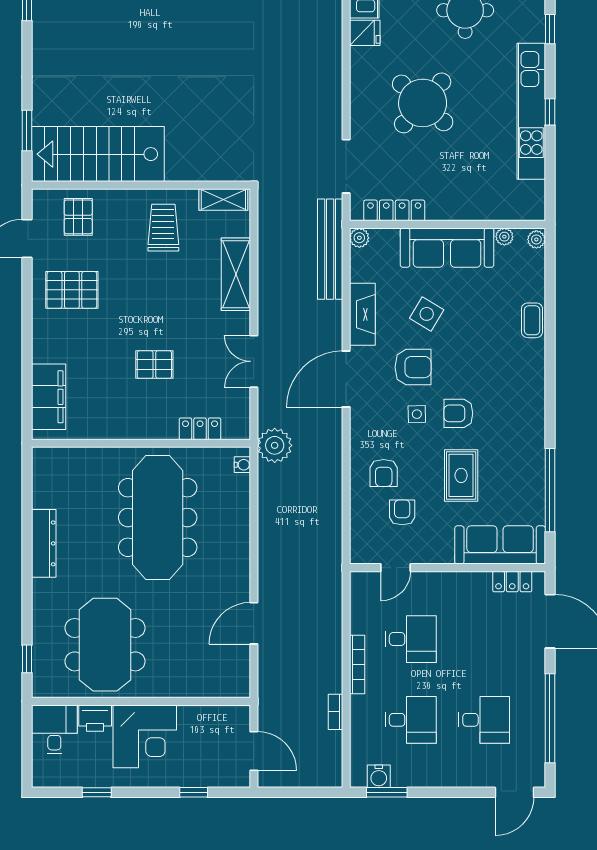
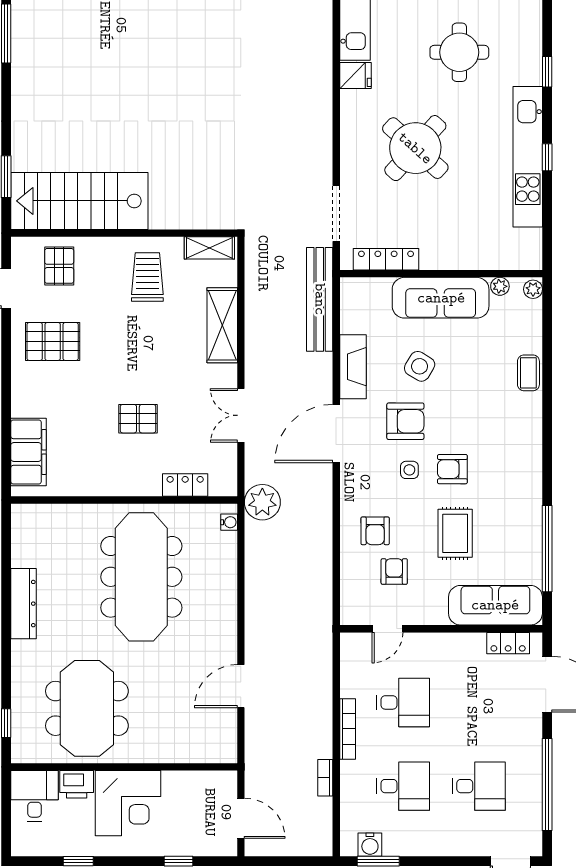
plant: (359, 238) -> (350, 288), removed

